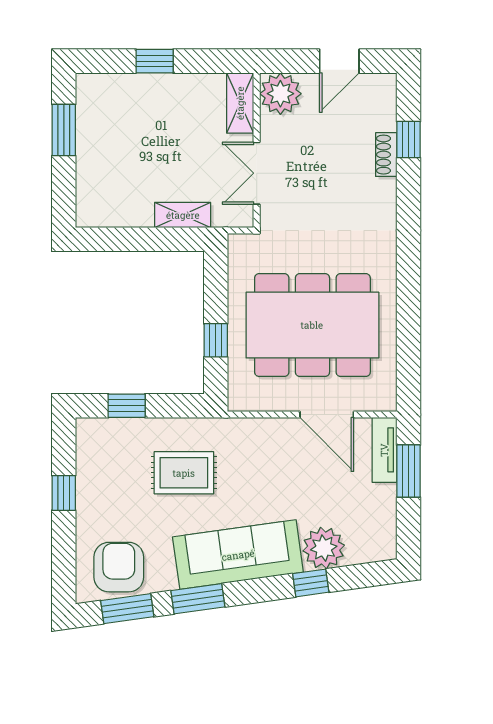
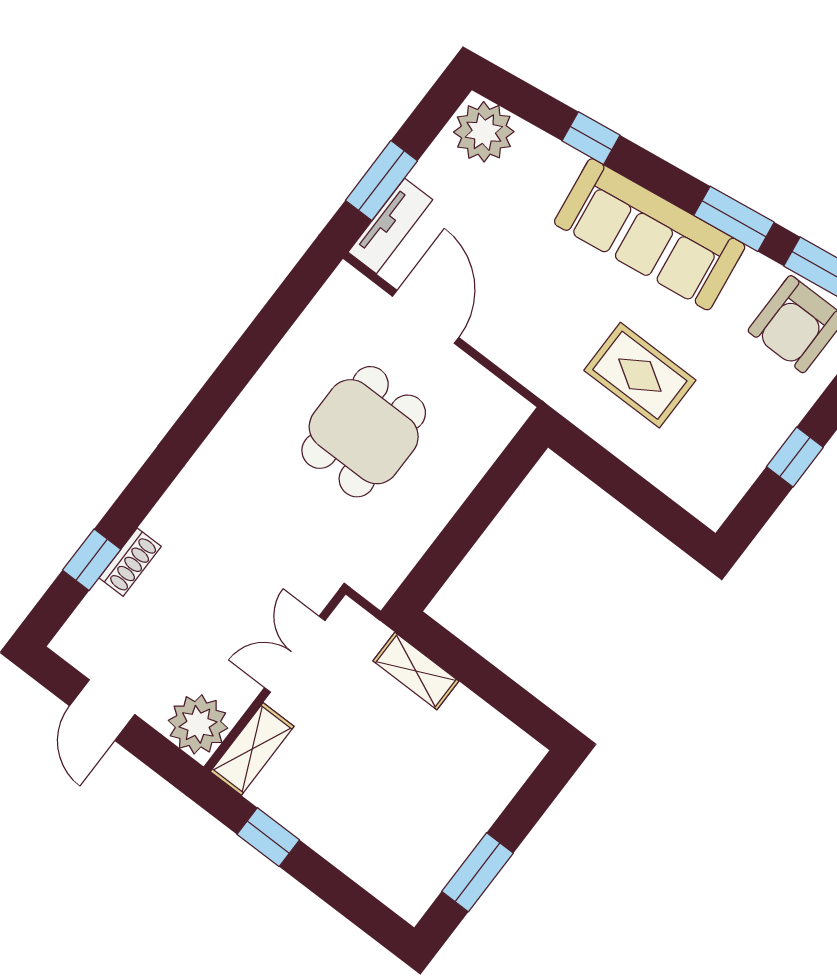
window: (155, 61) -> (268, 837), moved
door: (339, 61) -> (102, 710), swing flipped
double door: (257, 173) -> (295, 654), swing flipped
dining table: (312, 325) -> (364, 432), width x0.53, depth x0.80
window: (216, 340) -> (488, 499), removed
window: (127, 406) -> (647, 502), removed
plant: (324, 548) -> (484, 132), moved

